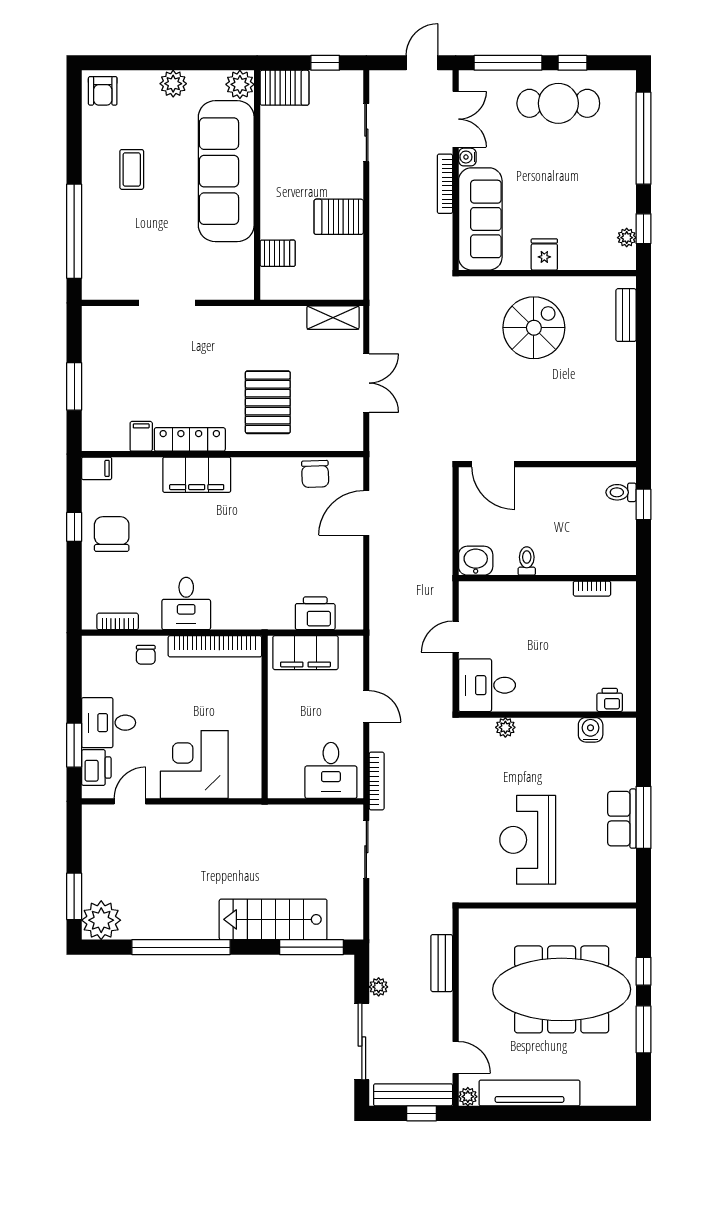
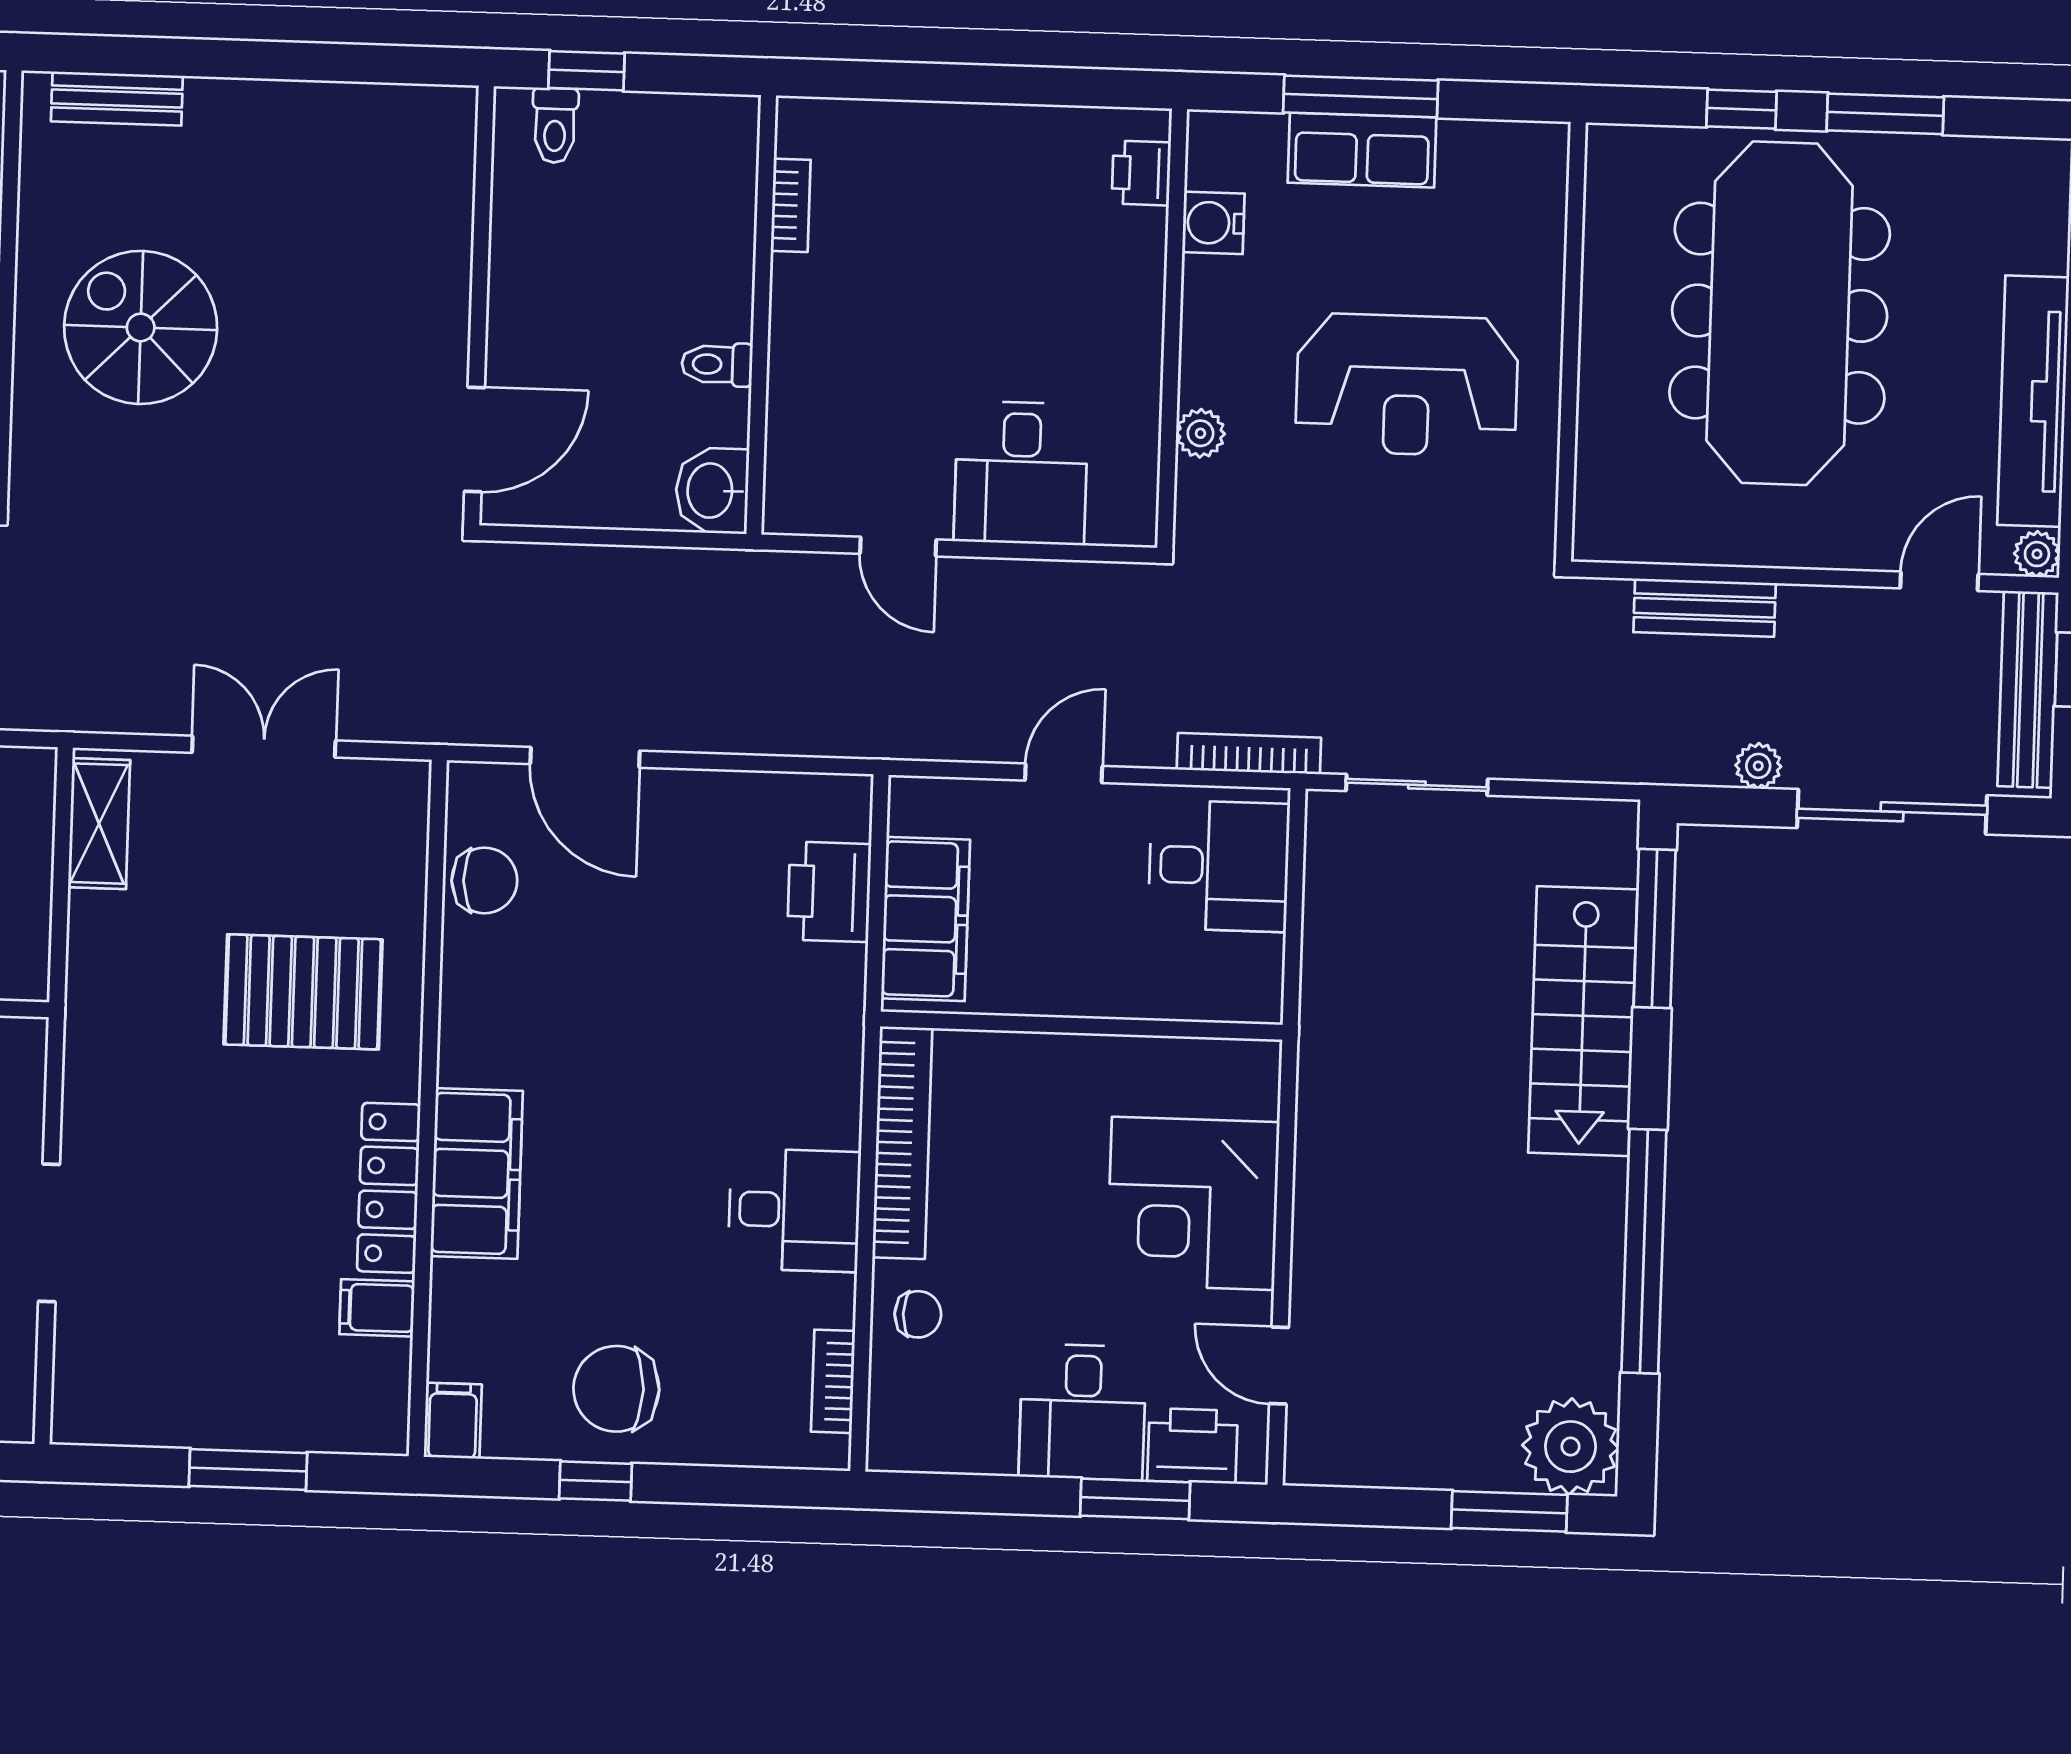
printer: (610, 700) -> (1141, 173), moved
wall: (547, 715) -> (1172, 329), moved
plant: (505, 727) -> (1200, 433), moved
water cooler: (591, 730) -> (1213, 223), moved

